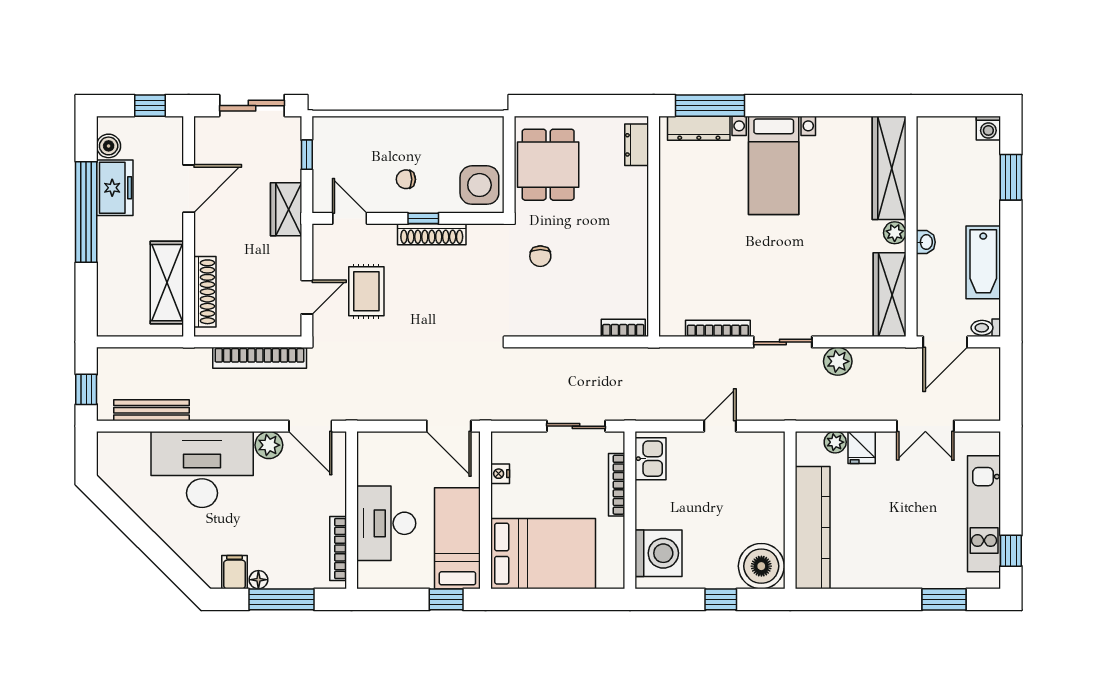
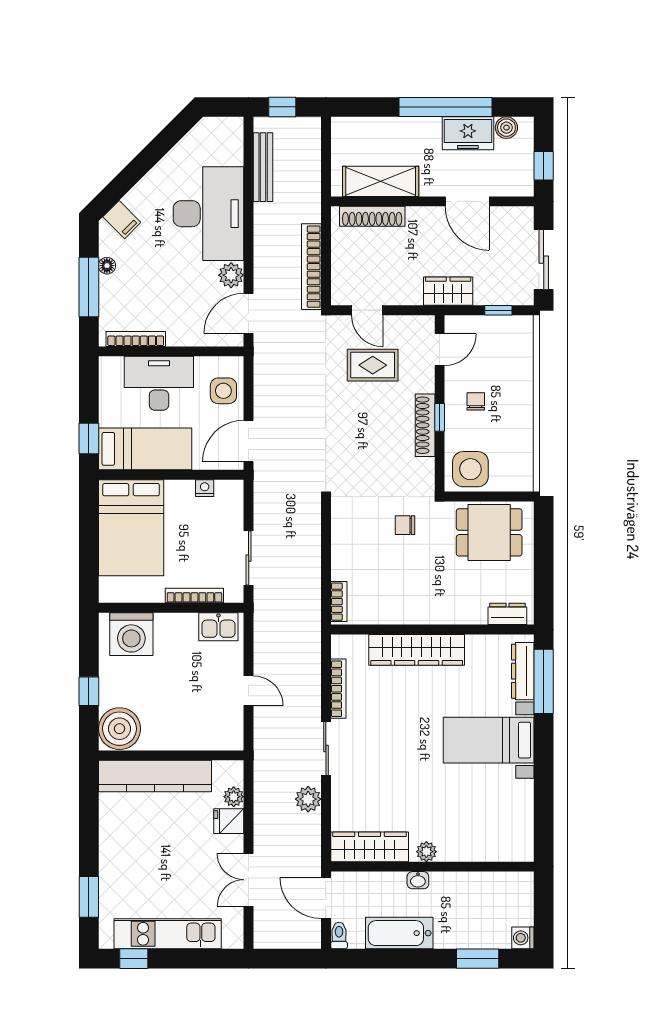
wardrobe: (889, 168) -> (417, 650), moved, turned 180
side table: (394, 453) -> (223, 391), added
filing cabinet: (235, 572) -> (122, 220), moved, turned 45

